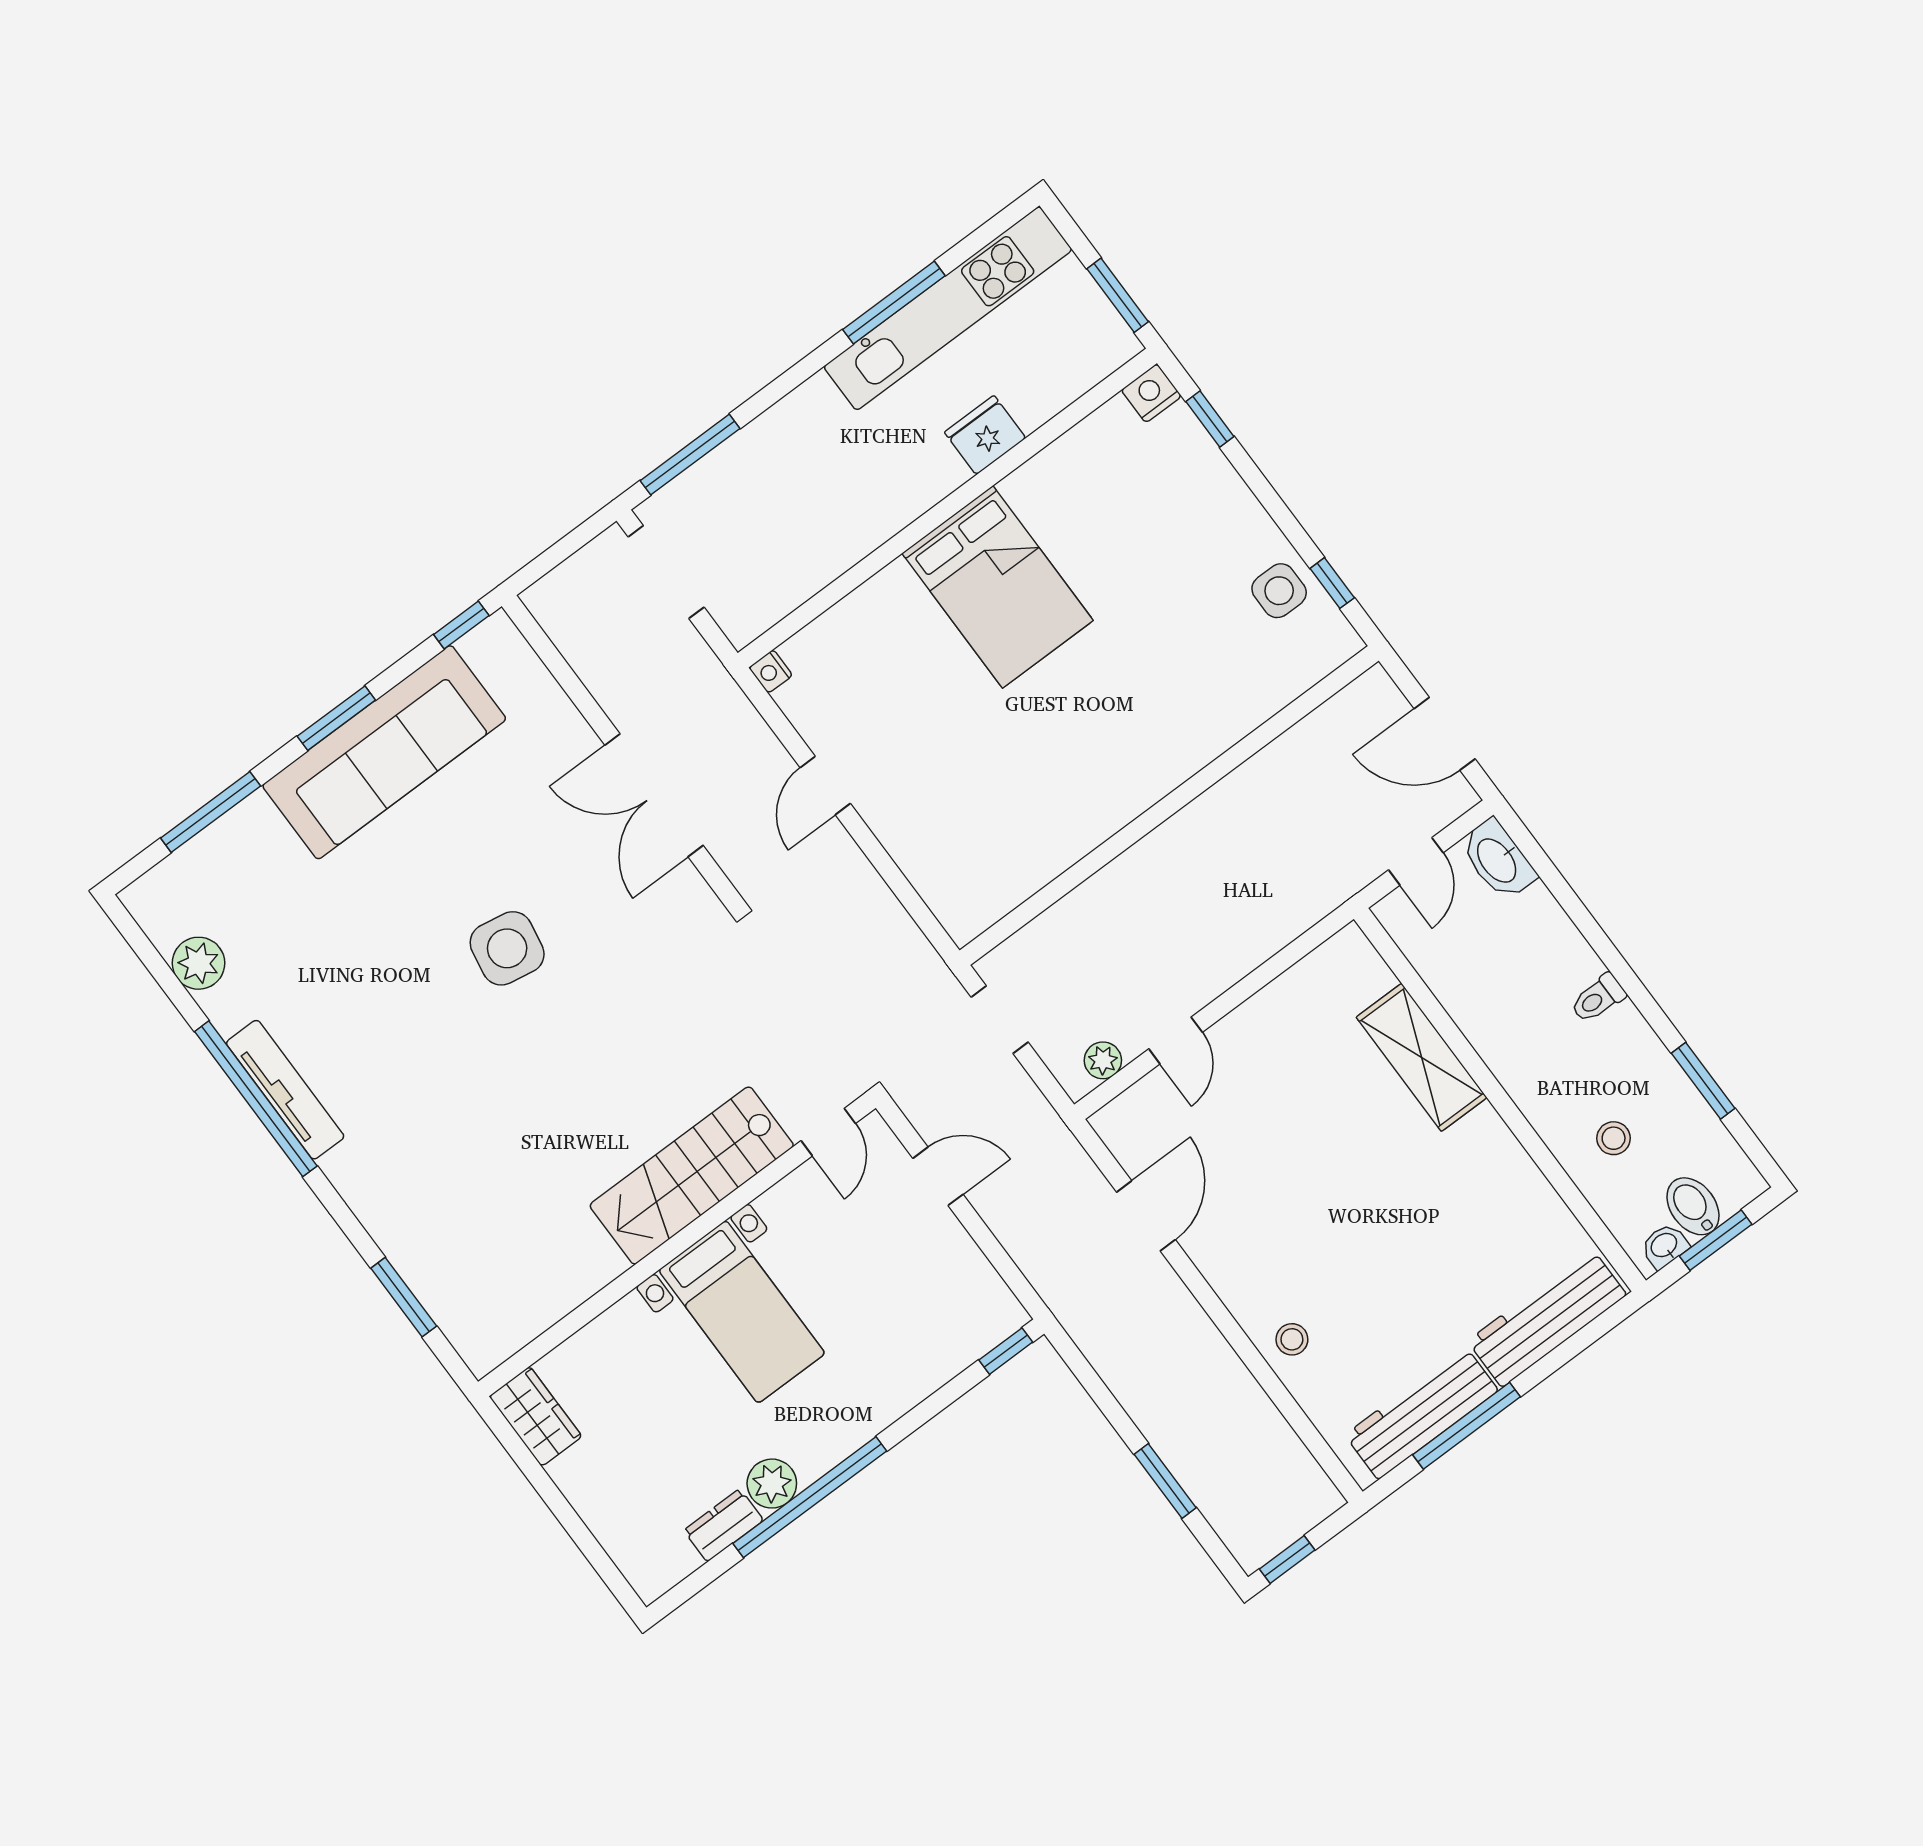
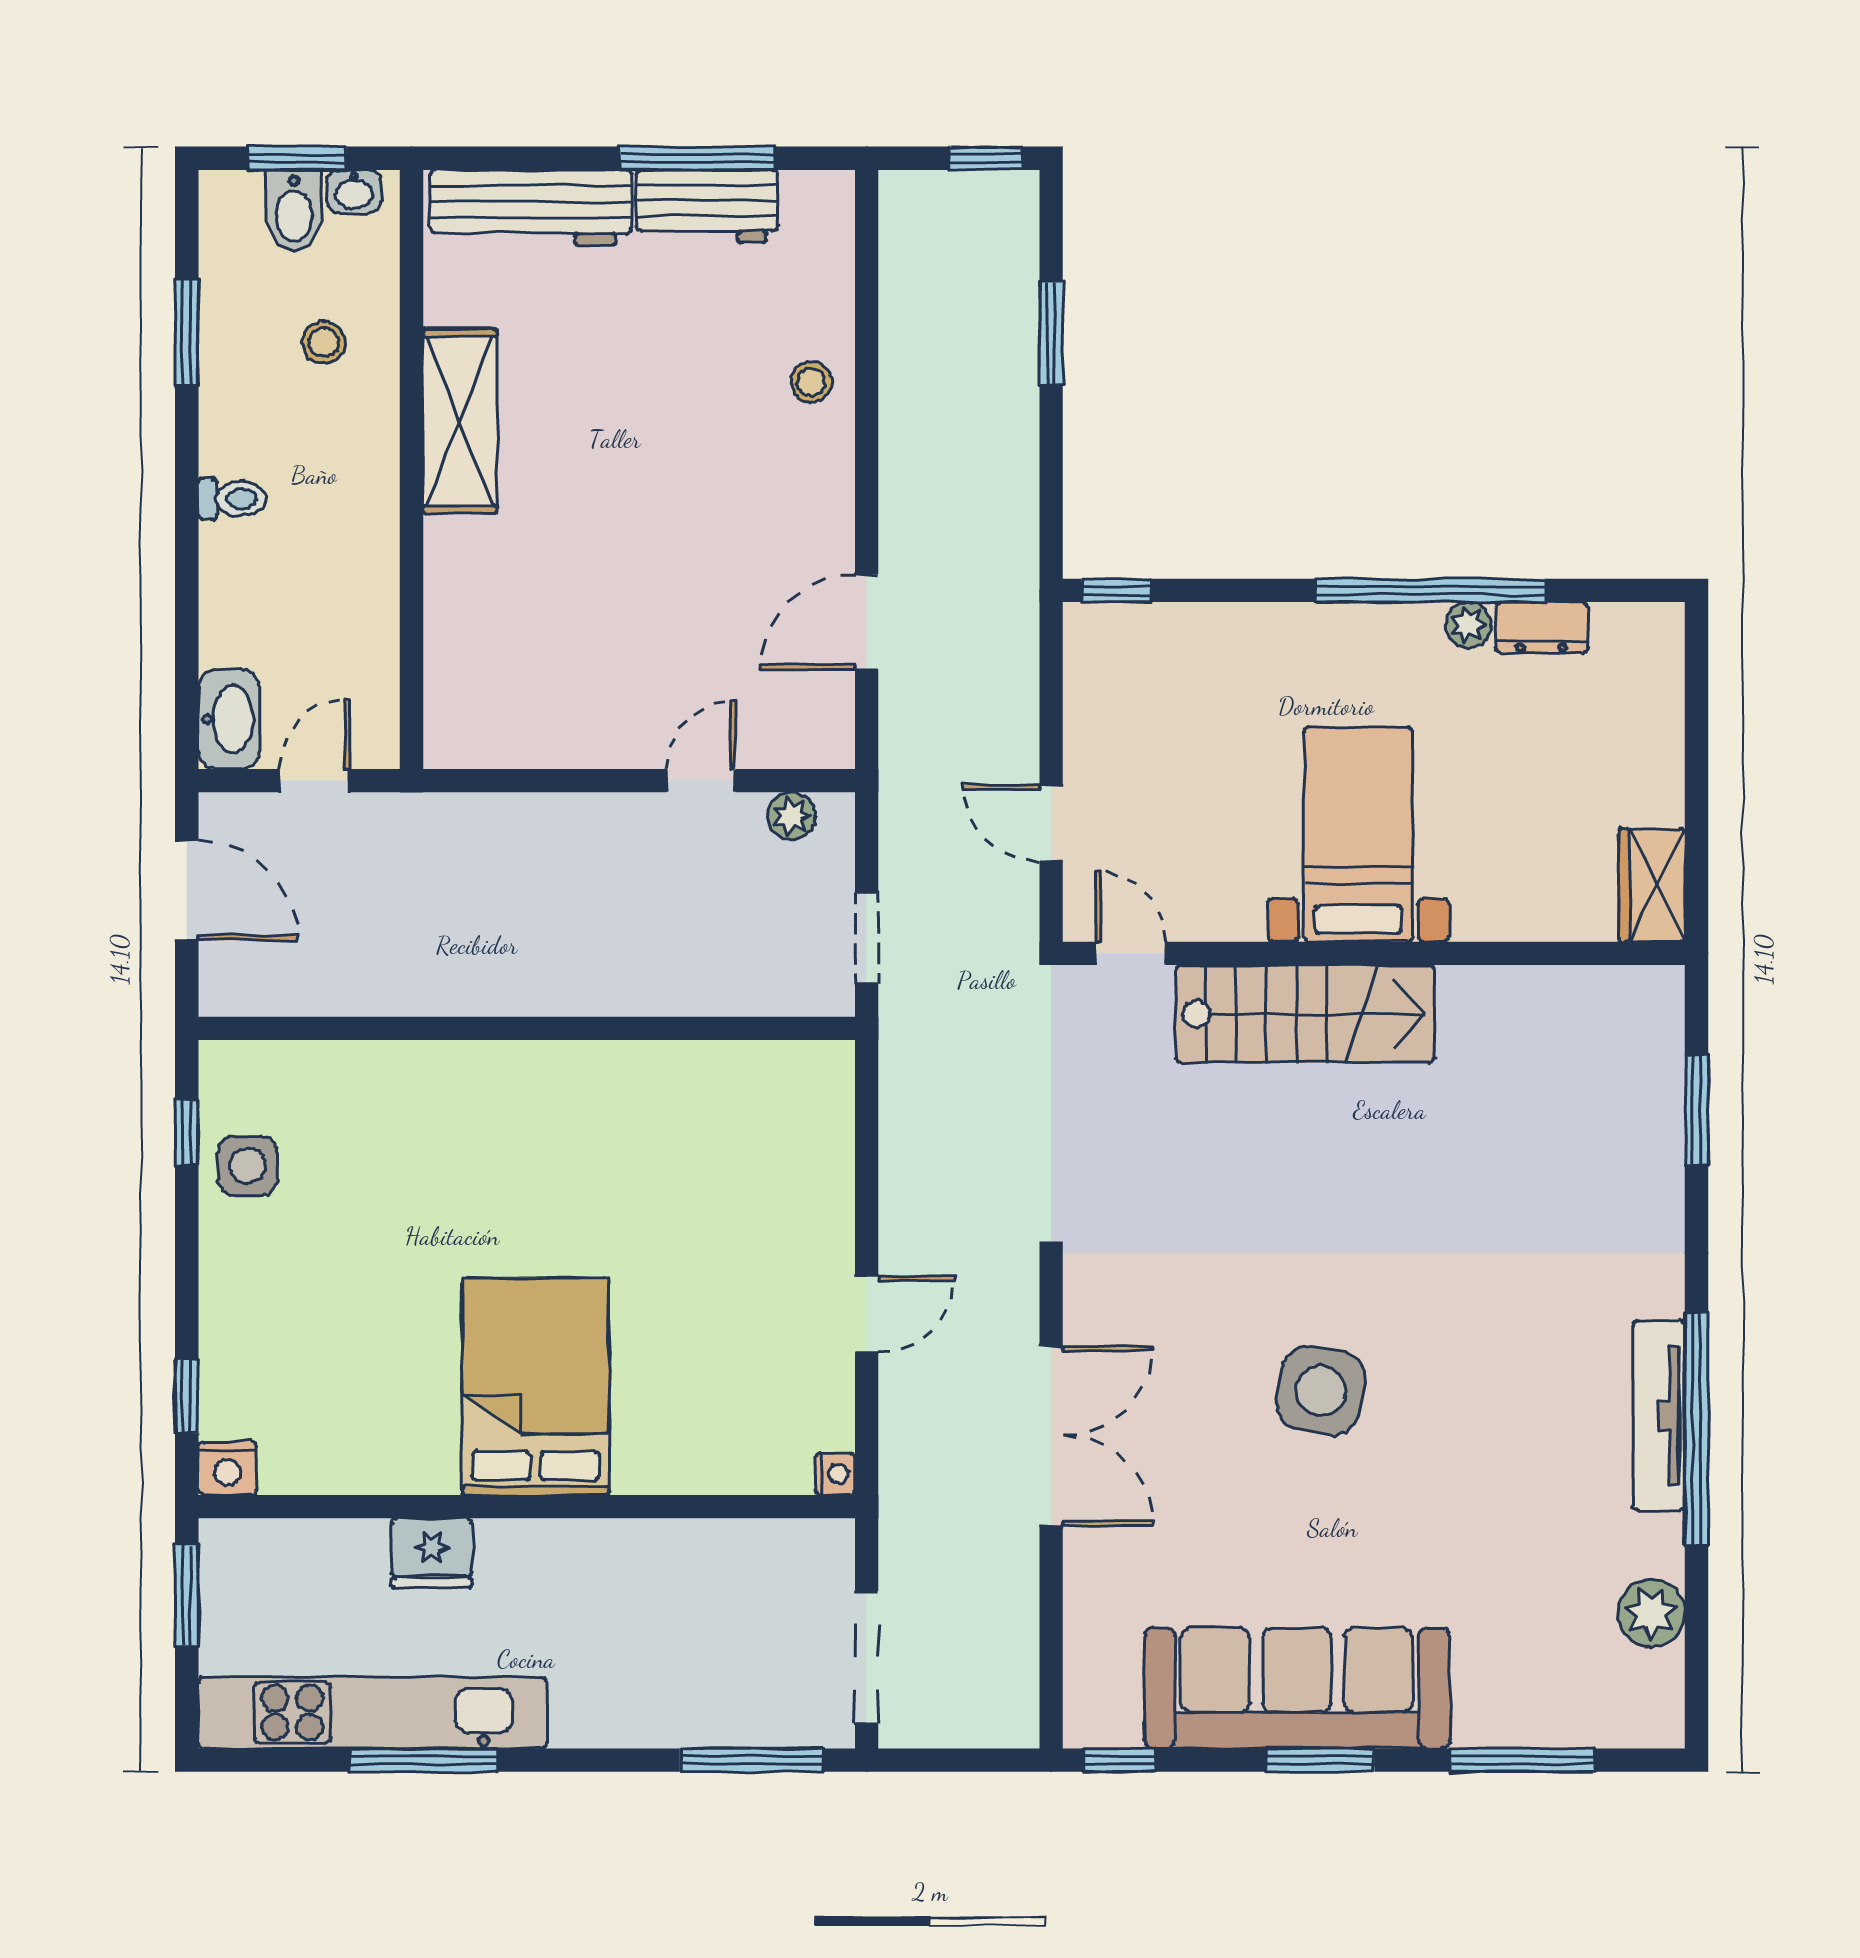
shelving: (1422, 1057) -> (460, 421), moved
door: (828, 1132) -> (1130, 953), hinge flipped
workbench: (1422, 1413) -> (707, 206), width x0.73
plant: (772, 1484) -> (1468, 625), width x0.73, depth x0.73

